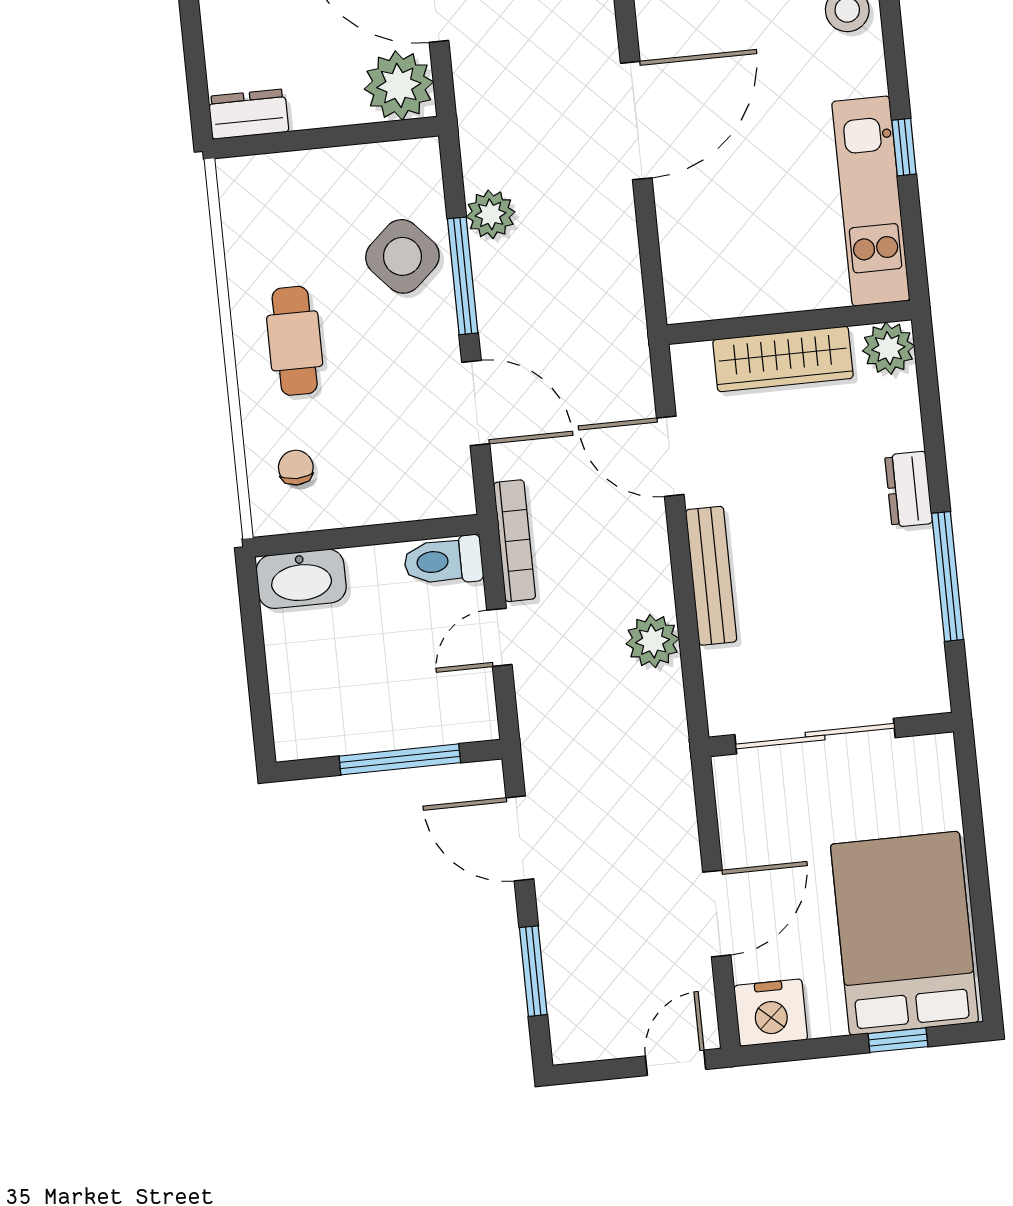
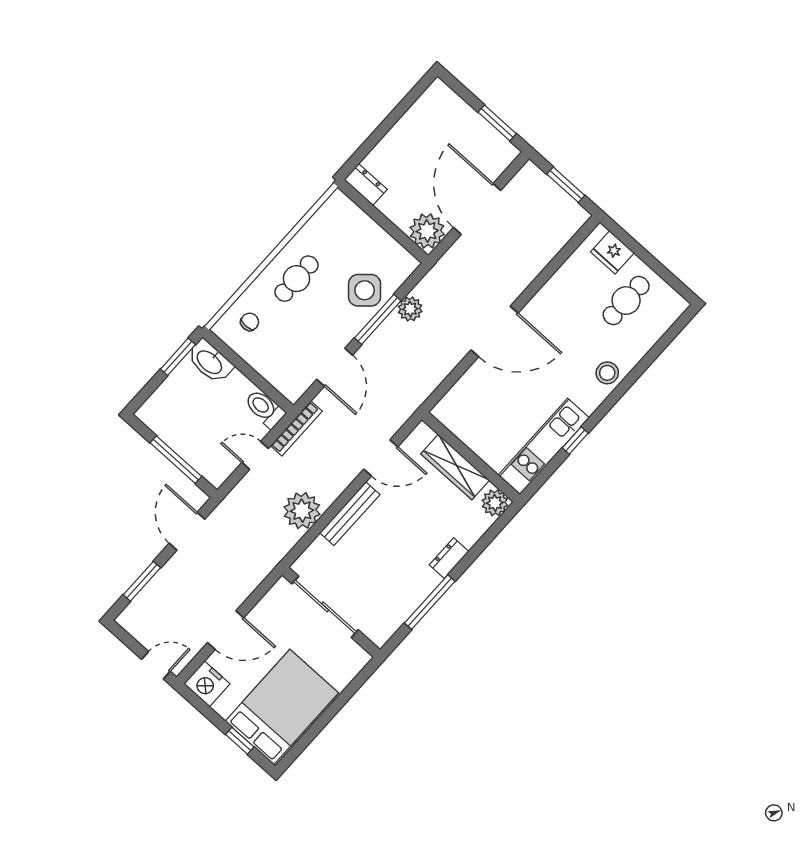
door: (670, 456) -> (381, 458), swing flipped
window: (252, 619) -> (178, 357), added
plant: (653, 641) -> (302, 511), width x1.36, depth x1.36

